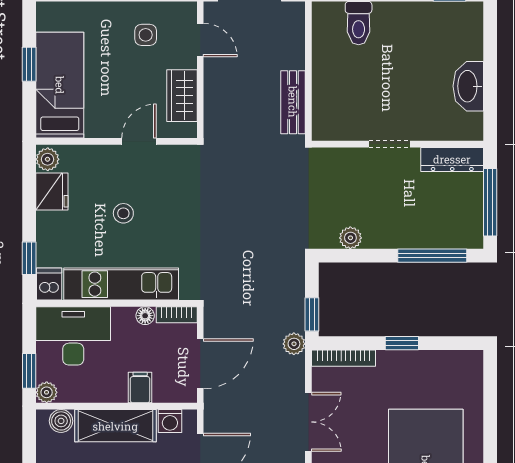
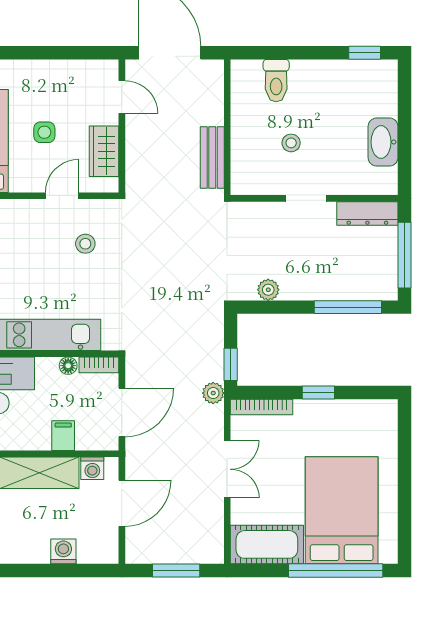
side table: (146, 35) -> (44, 132), moved
stool: (374, 87) -> (291, 143), added
stool: (123, 213) -> (85, 244), moved

